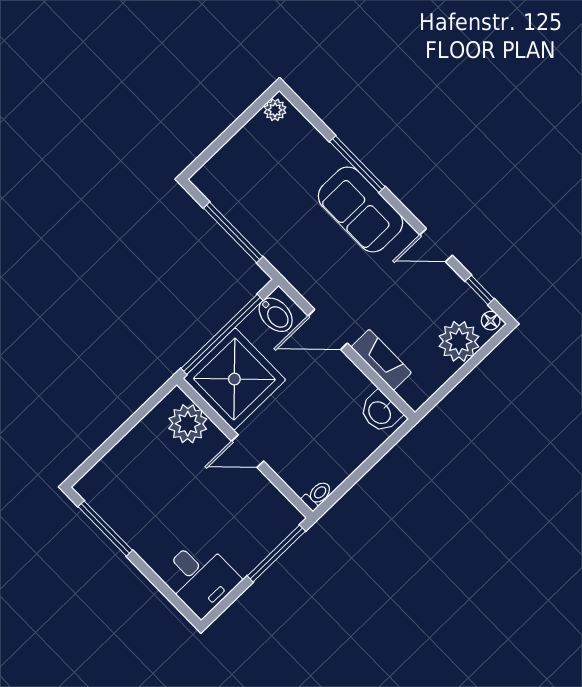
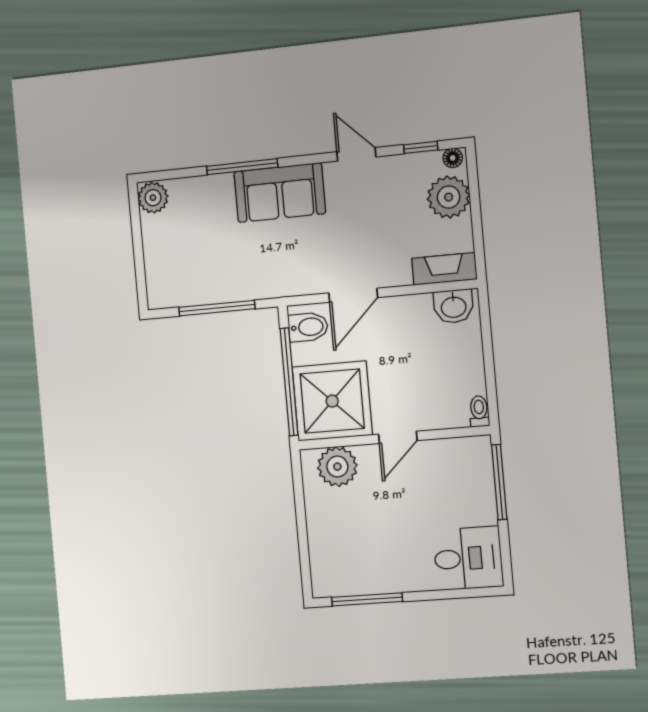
plant: (275, 110) -> (153, 198), width x1.38, depth x1.38
door: (436, 245) -> (356, 154), swing flipped
fireplace: (381, 360) -> (444, 269), moved

